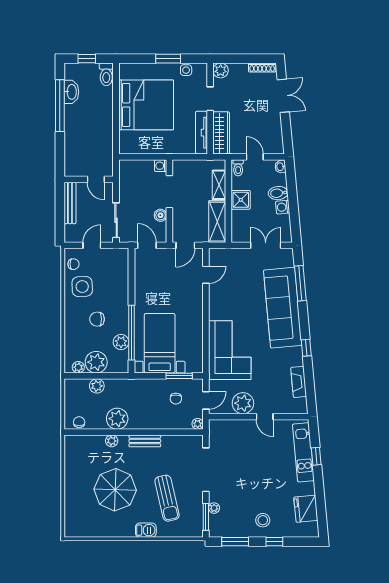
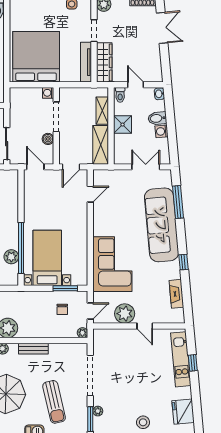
bed: (146, 105) -> (36, 57), moved, turned -90

